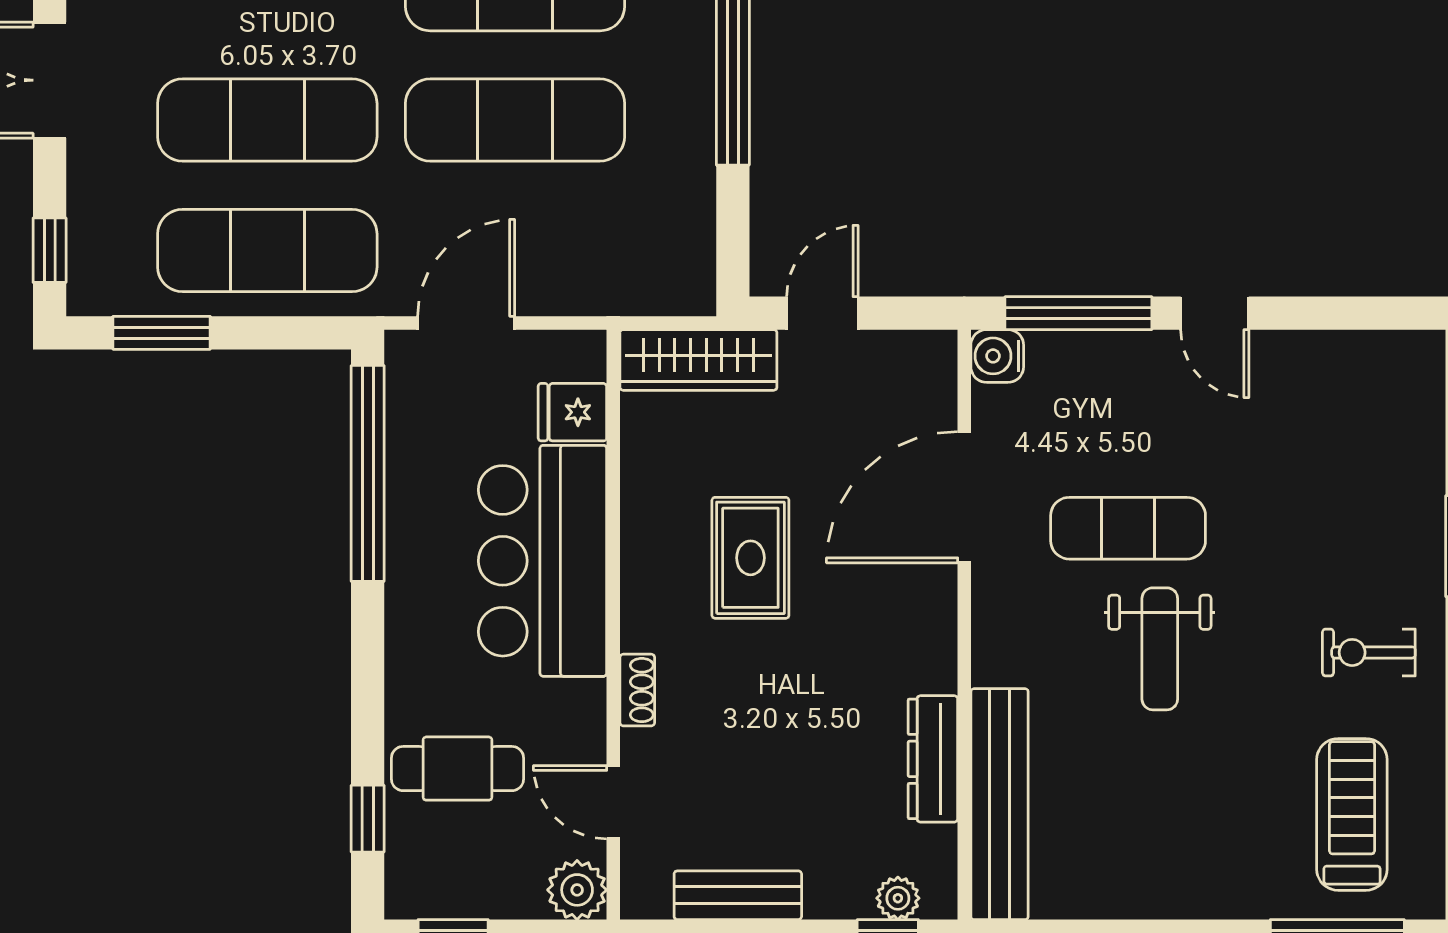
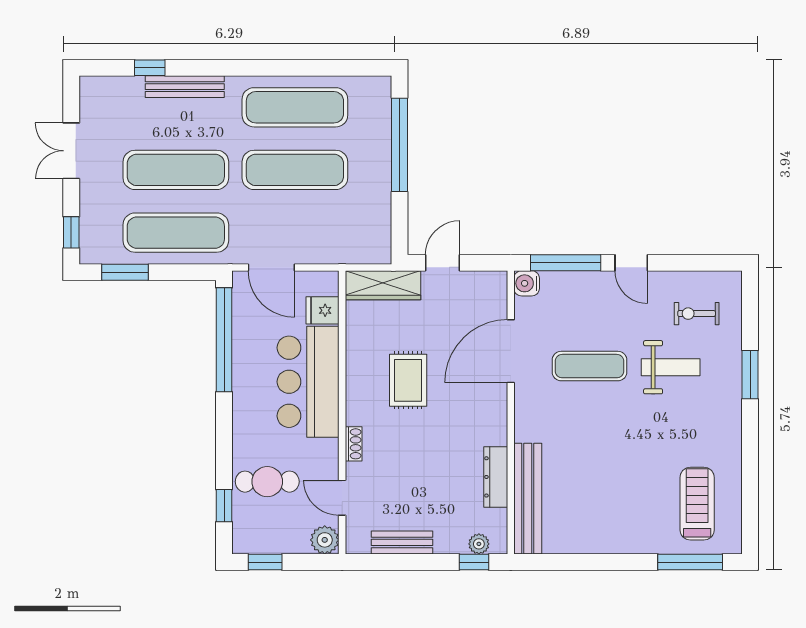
door: (466, 323) -> (271, 267), swing flipped
weight bench: (1160, 649) -> (671, 367), moved, turned -90
exercise bike: (1369, 652) -> (697, 314), moved

